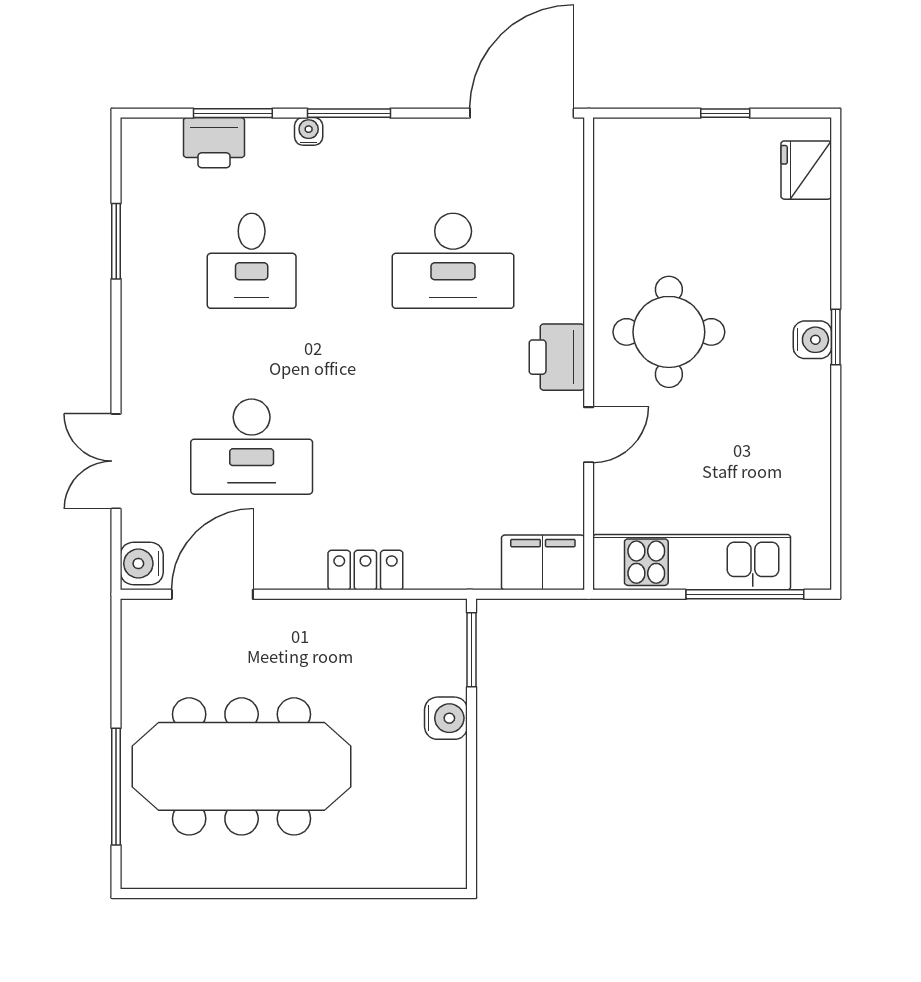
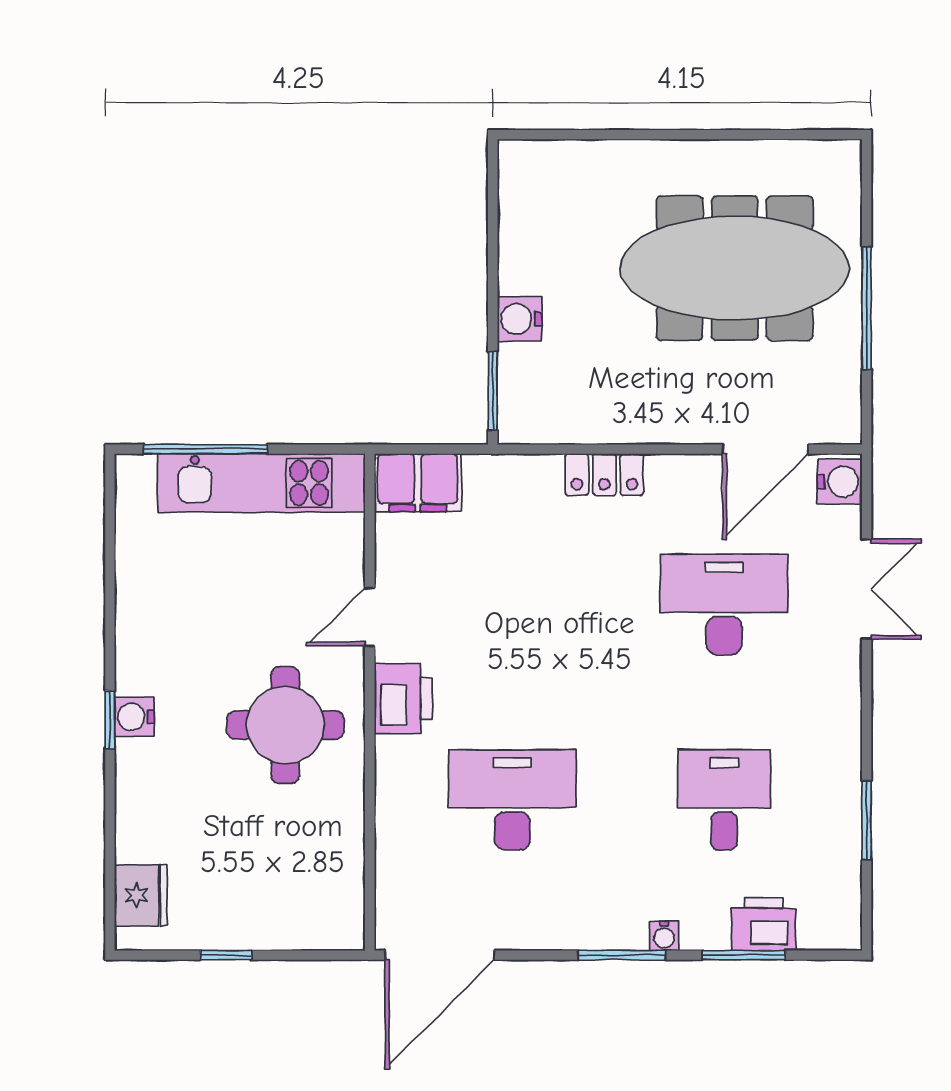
window: (116, 787) -> (867, 308), moved

